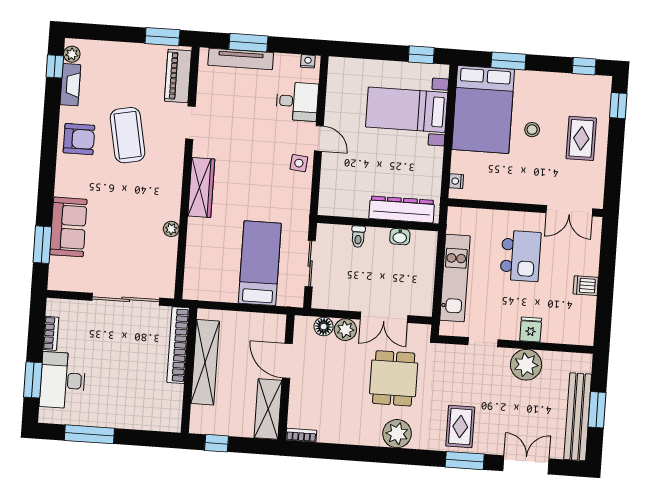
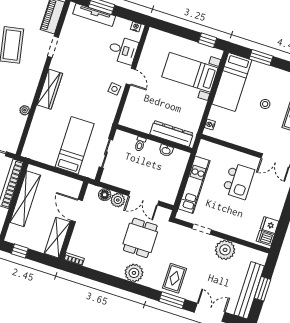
bed: (483, 109) -> (232, 82), width x0.67
dishwasher: (586, 286) -> (265, 238), moved
fridge: (531, 329) -> (270, 225), moved, turned -90

